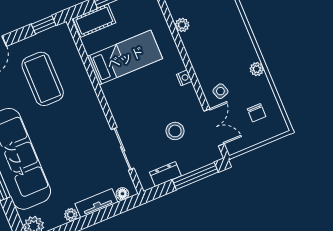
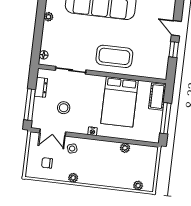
window: (44, 25) -> (174, 50), moved
bed: (125, 57) -> (119, 102), width x1.50
coffee table: (43, 79) -> (114, 56), moved
tv unit: (96, 203) -> (47, 36), removed

